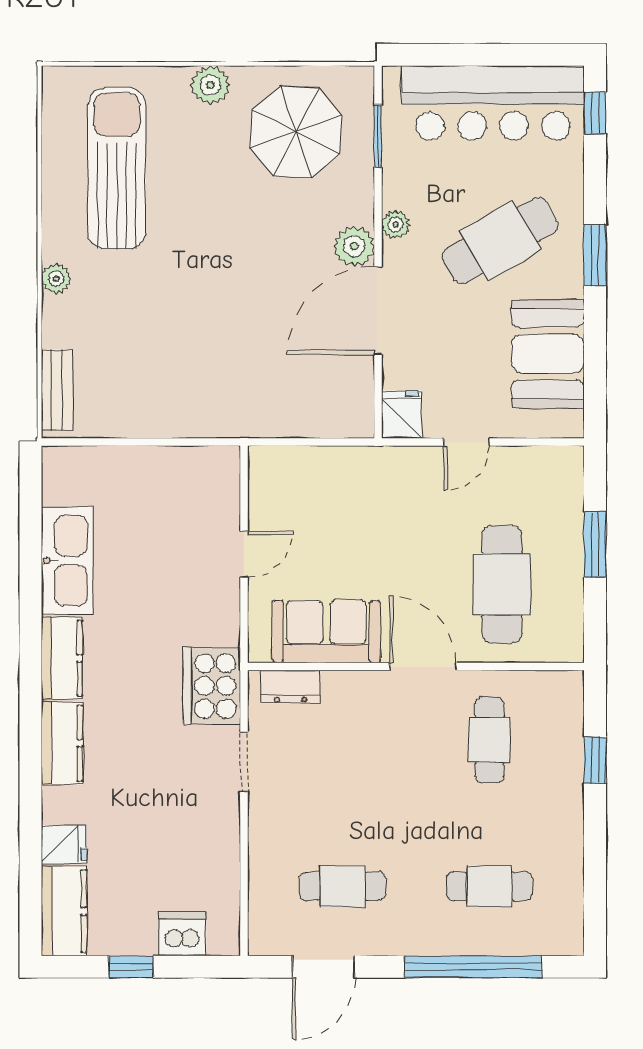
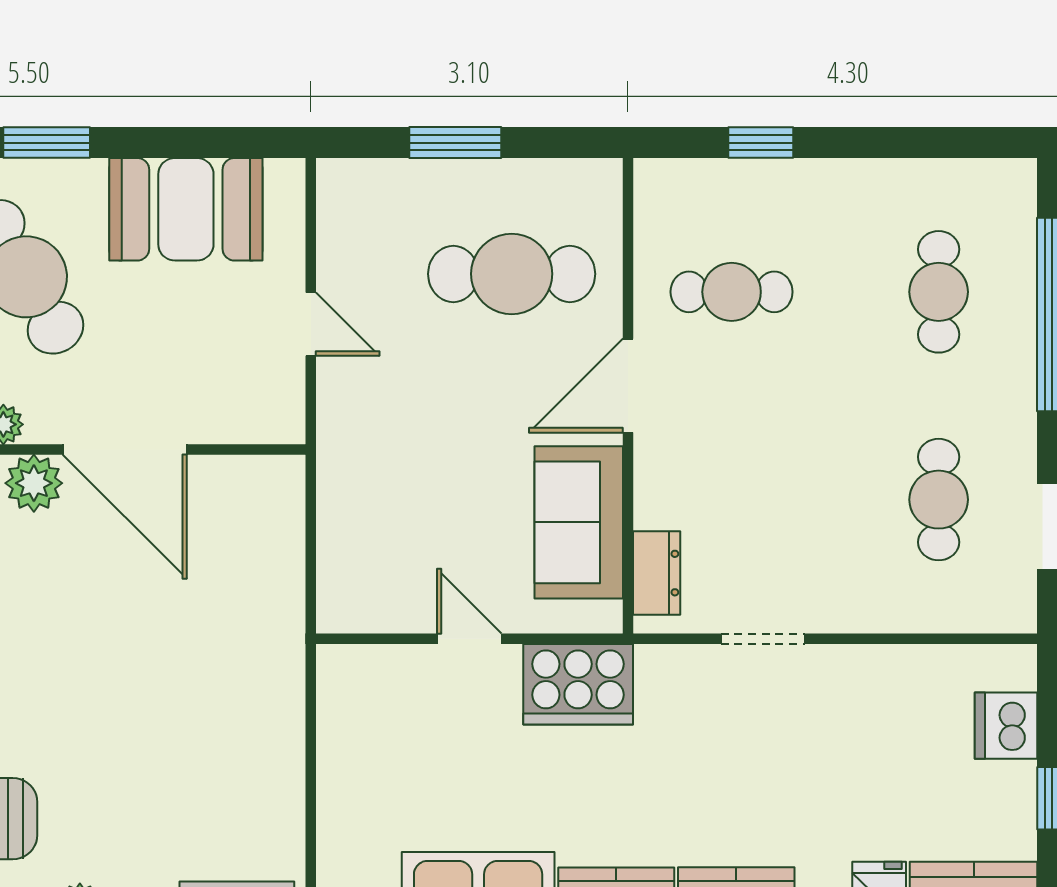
fridge: (402, 415) -> (272, 416), removed
cooker: (212, 686) -> (578, 684), moved

